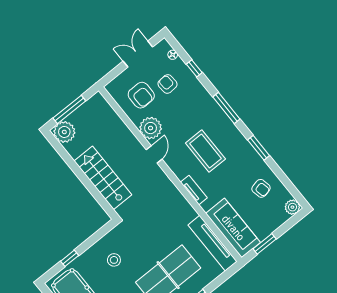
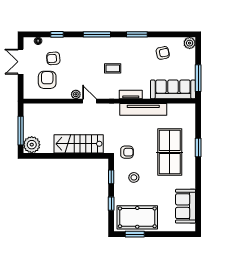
armchair: (141, 95) -> (47, 80), turned -90
plant: (151, 128) -> (76, 94), width x0.53, depth x0.53
coffee table: (205, 151) -> (113, 68), width x0.54, depth x0.58
armchair: (134, 233) -> (127, 152), added
window: (96, 237) -> (111, 177), added
tv unit: (213, 243) -> (143, 109), moved
window: (265, 244) -> (198, 78), width x1.44

